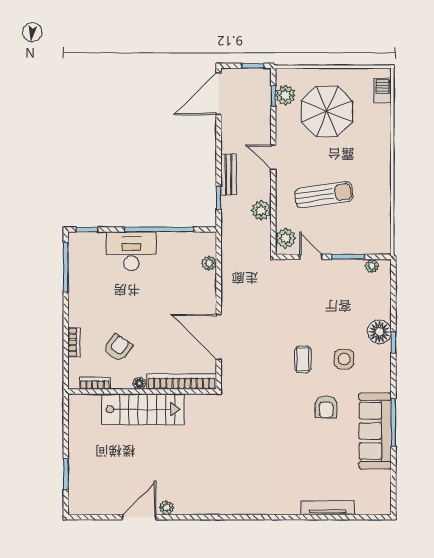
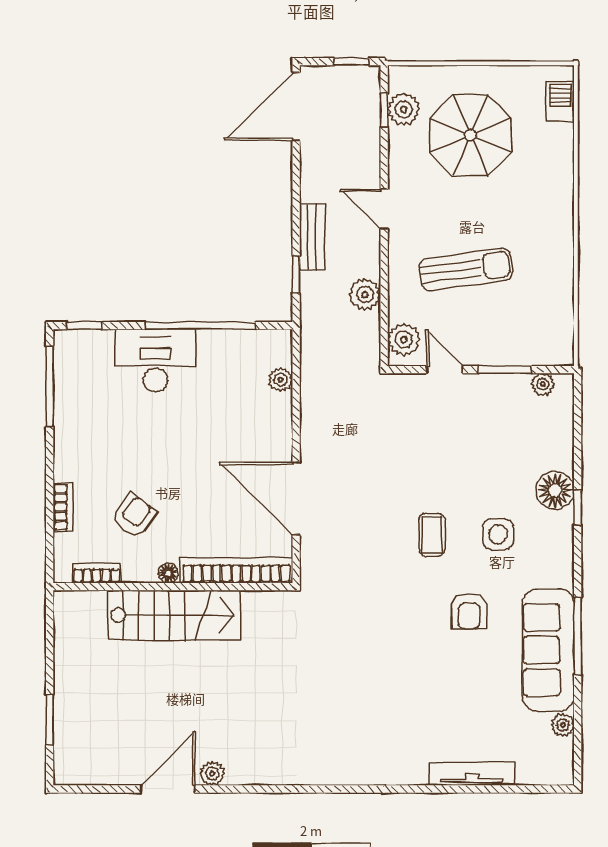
plant: (384, 477) -> (563, 725), added

